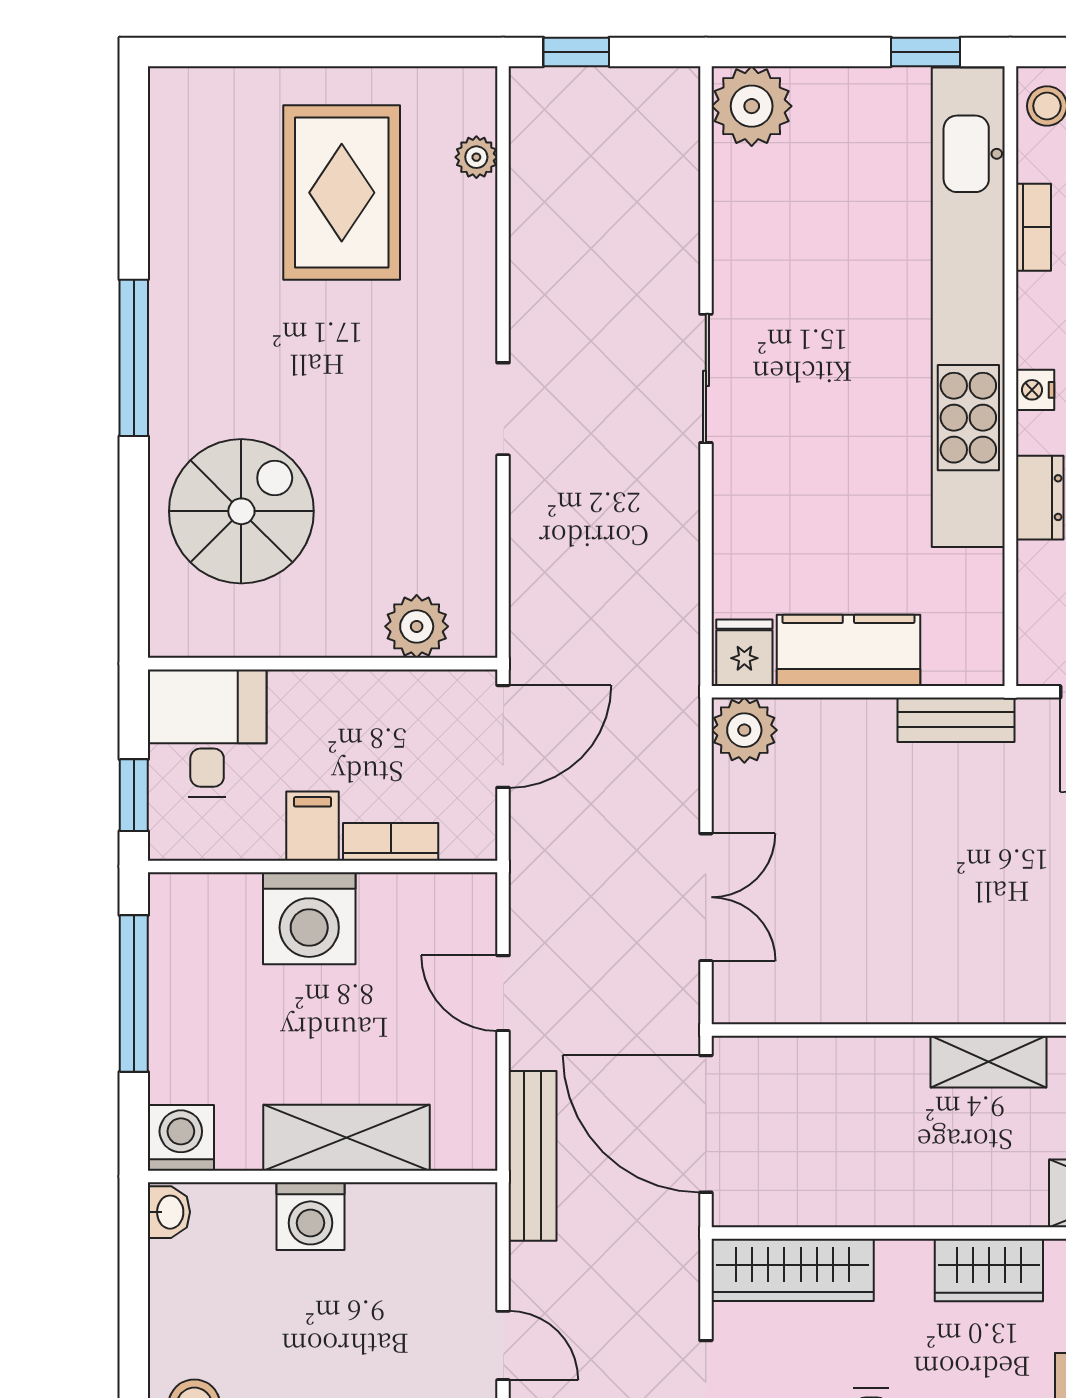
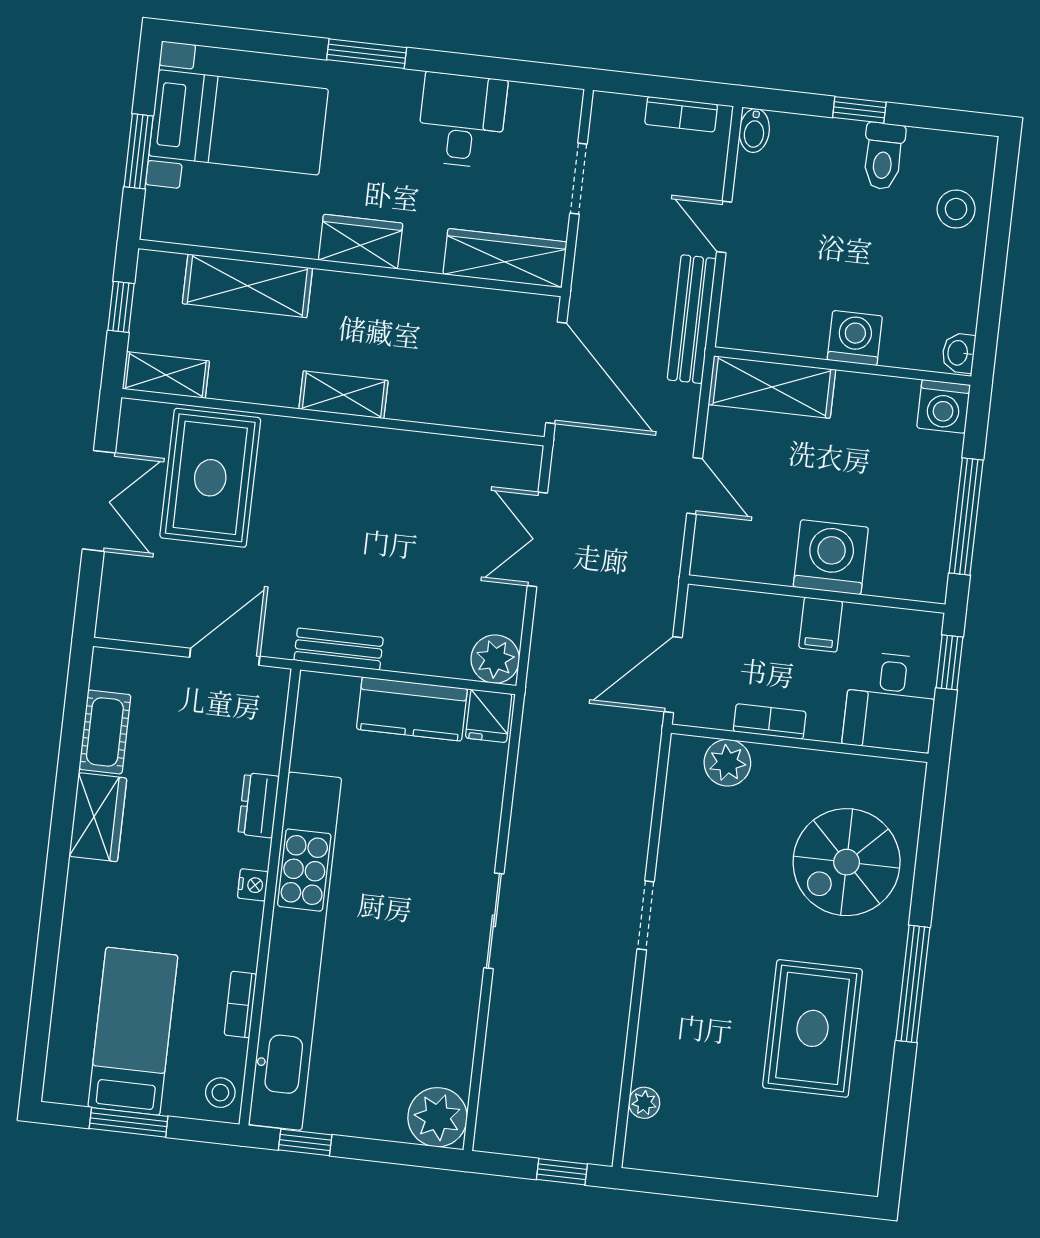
rug: (342, 193) -> (813, 1028), moved
bookcase: (391, 842) -> (770, 722), moved, turned 180
shelving: (346, 1138) -> (772, 387), moved
bench: (532, 1156) -> (692, 319), moved

